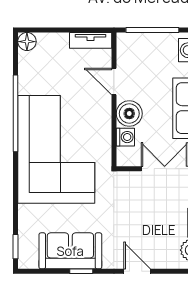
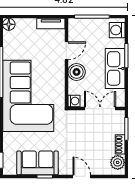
door: (114, 81) -> (66, 51), swing flipped
washing machine: (125, 137) -> (74, 101), moved

